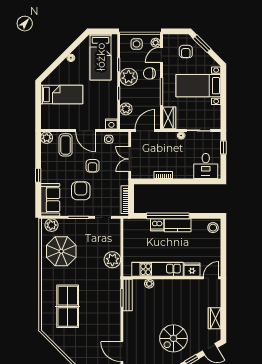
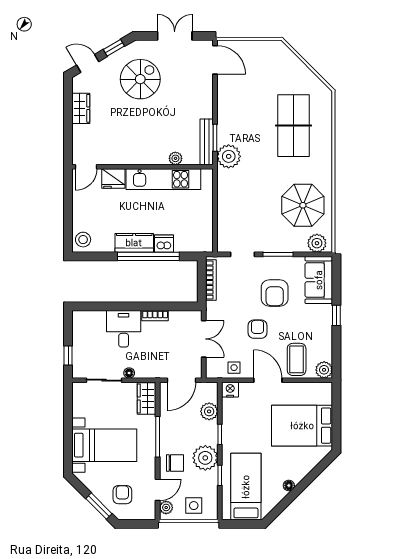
bed: (62, 94) -> (302, 426), width x1.50
desk: (206, 166) -> (124, 329), moved
plant: (112, 260) -> (229, 156), moved

